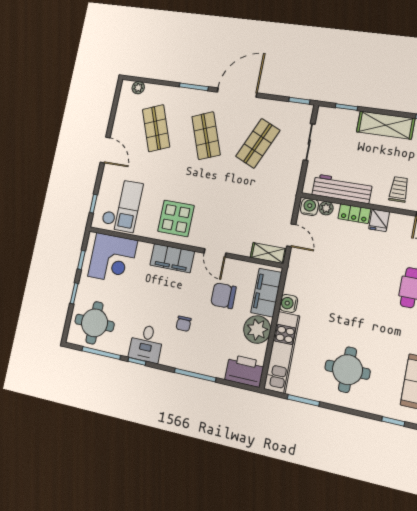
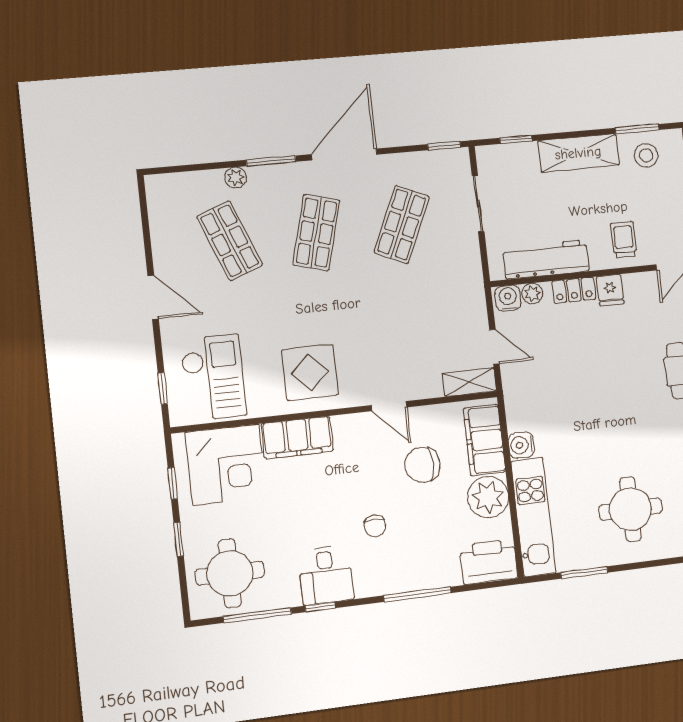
plant: (138, 88) -> (236, 178), moved
shop shelf: (206, 136) -> (316, 233), turned 36
filing cabinet: (172, 258) -> (297, 437), moved

